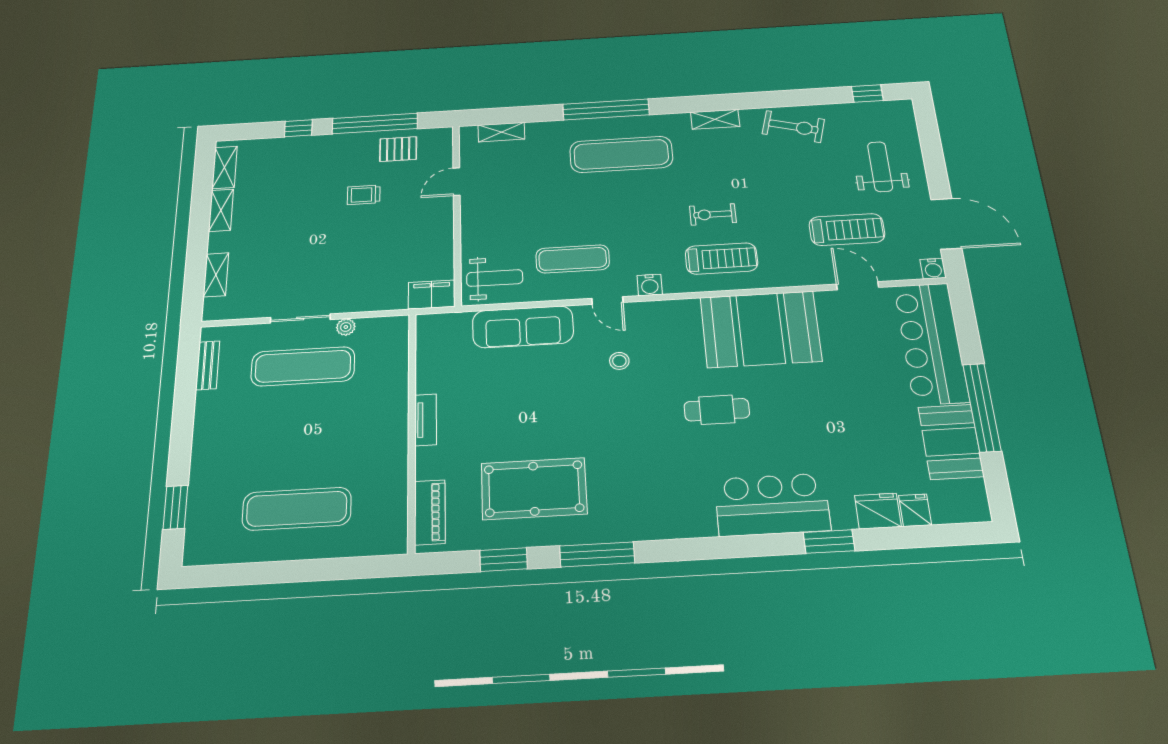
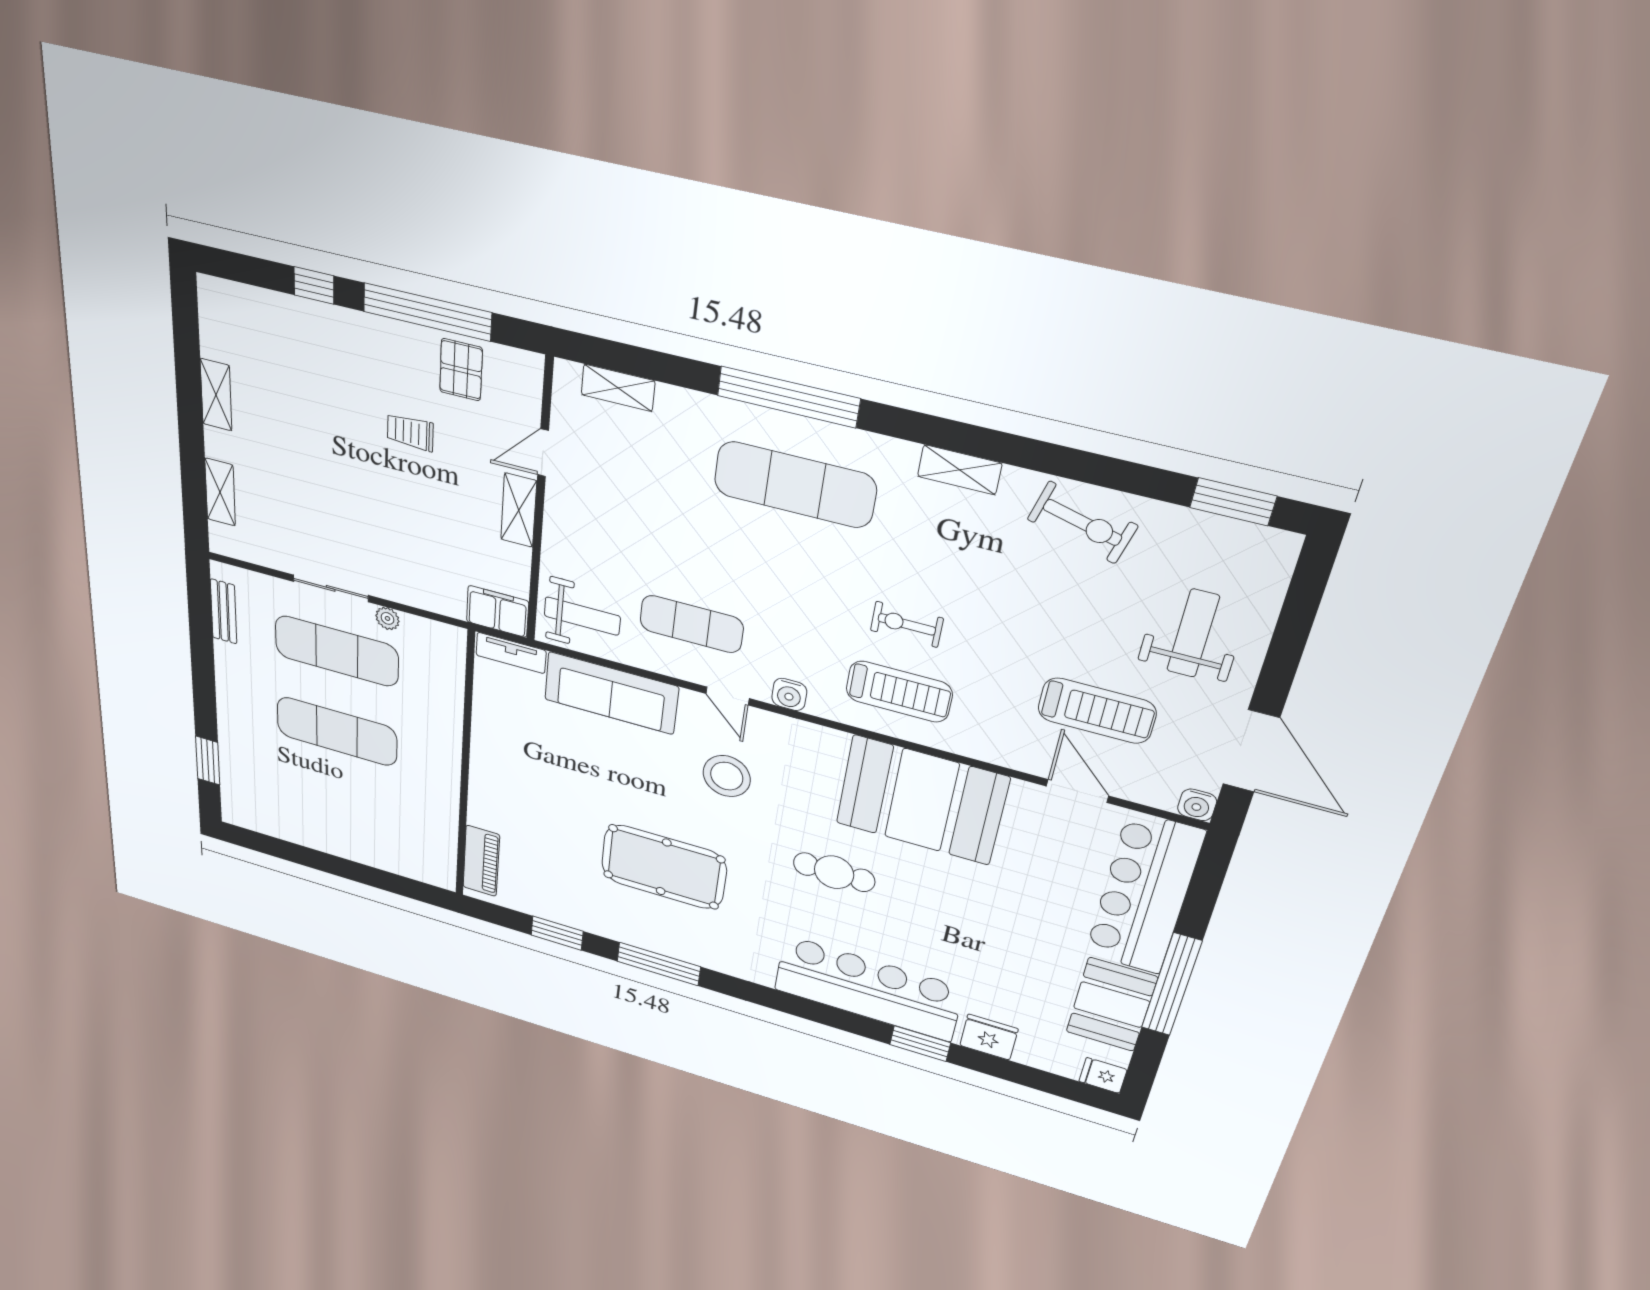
window: (867, 93) -> (1233, 502), width x1.50
pallet: (398, 149) -> (461, 370), turned 90
shelving: (225, 167) -> (519, 510), moved
stool: (619, 361) -> (727, 776), width x1.89, depth x1.89
tv unit: (426, 420) -> (511, 653), moved, turned 90
pool table: (534, 489) -> (664, 867), moved
bar counter: (772, 505) -> (868, 988), width x1.36
exercise mat: (297, 509) -> (337, 731), moved
fridge: (915, 510) -> (1103, 1075), moved, turned -90

